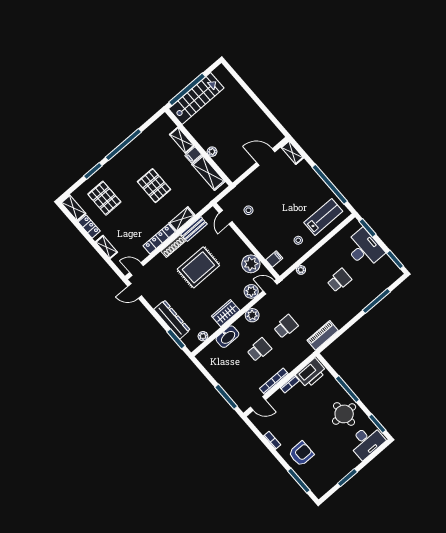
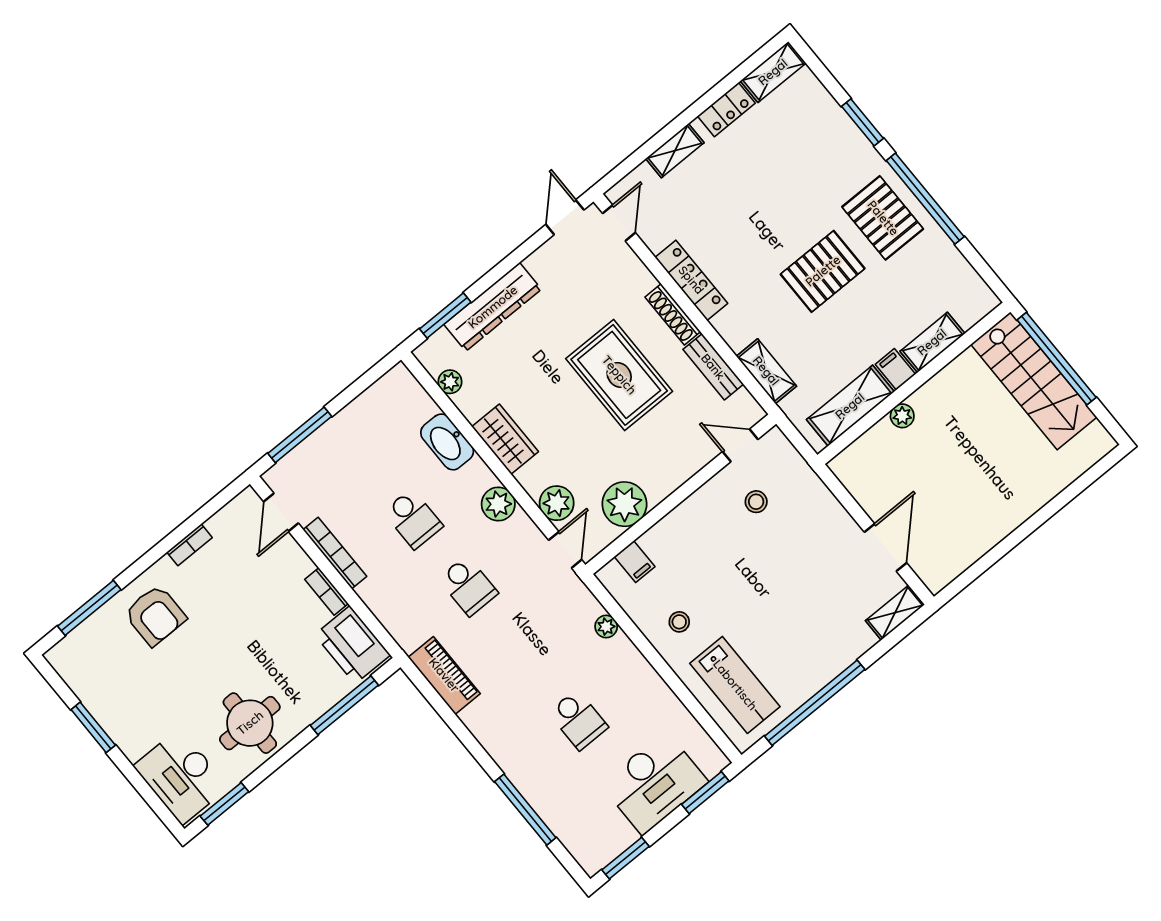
pallet: (104, 198) -> (883, 218), moved, turned 90
shelving: (182, 219) -> (766, 371), moved
window: (347, 389) -> (344, 705), moved

